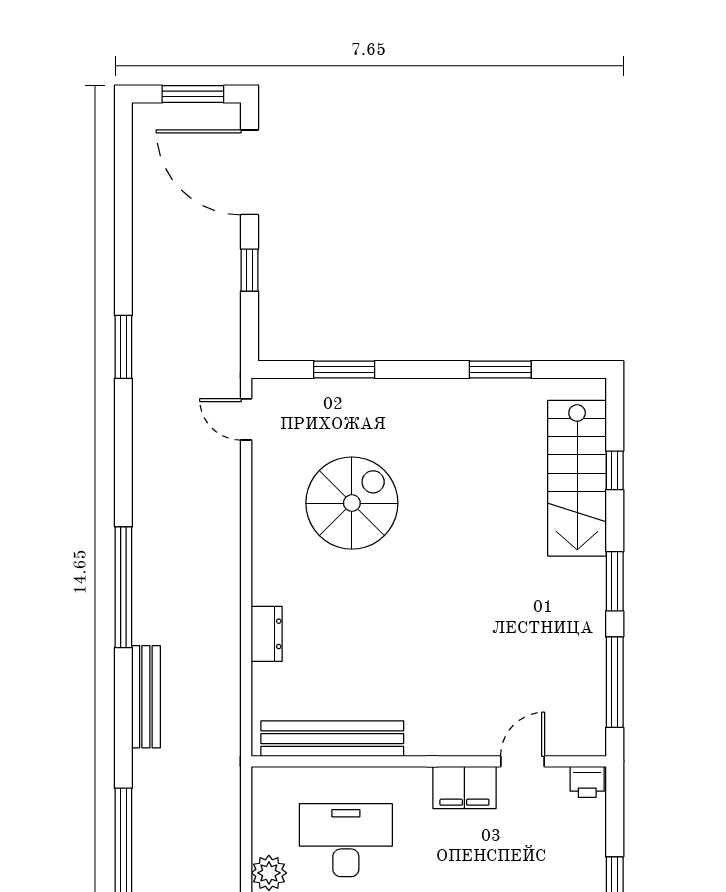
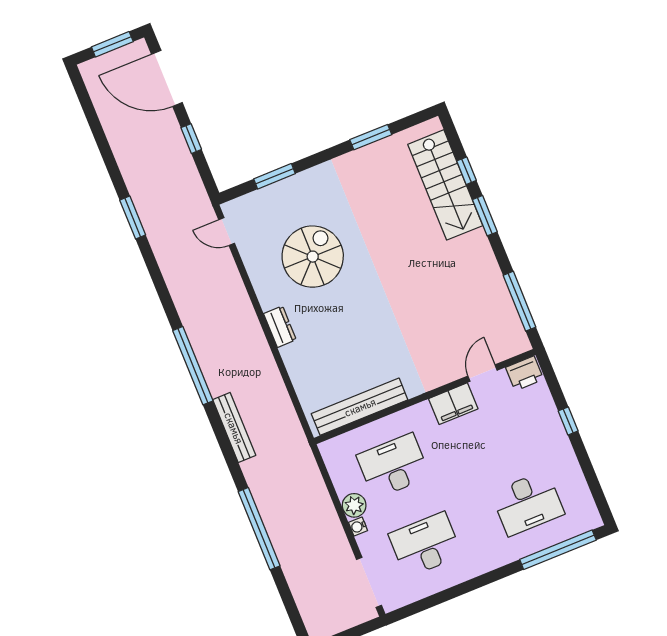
window: (615, 581) -> (485, 216), moved
dresser: (267, 634) -> (280, 327), moved
printer: (587, 782) -> (525, 373), width x1.36, depth x1.24

